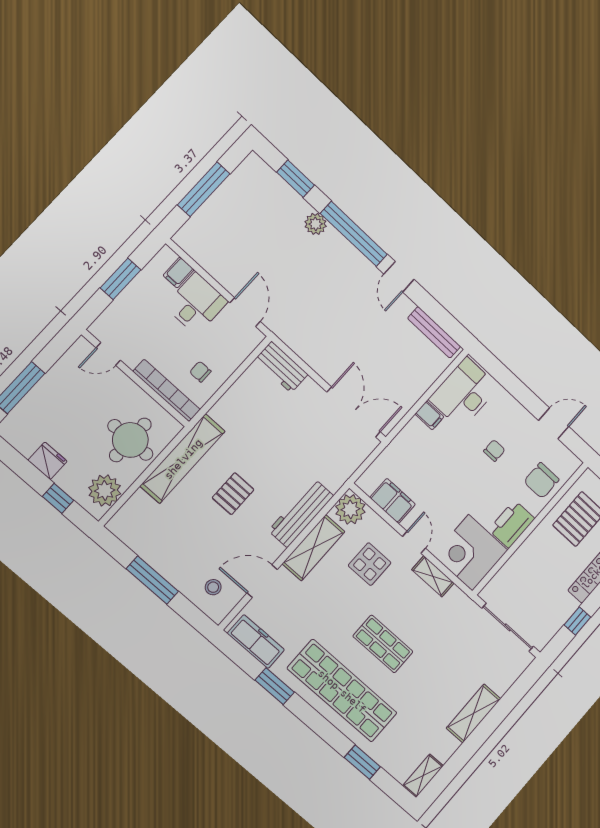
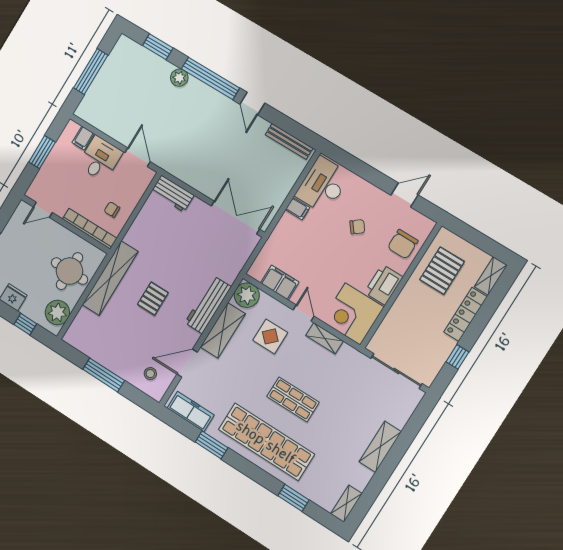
chair: (494, 451) -> (357, 227), turned 53

